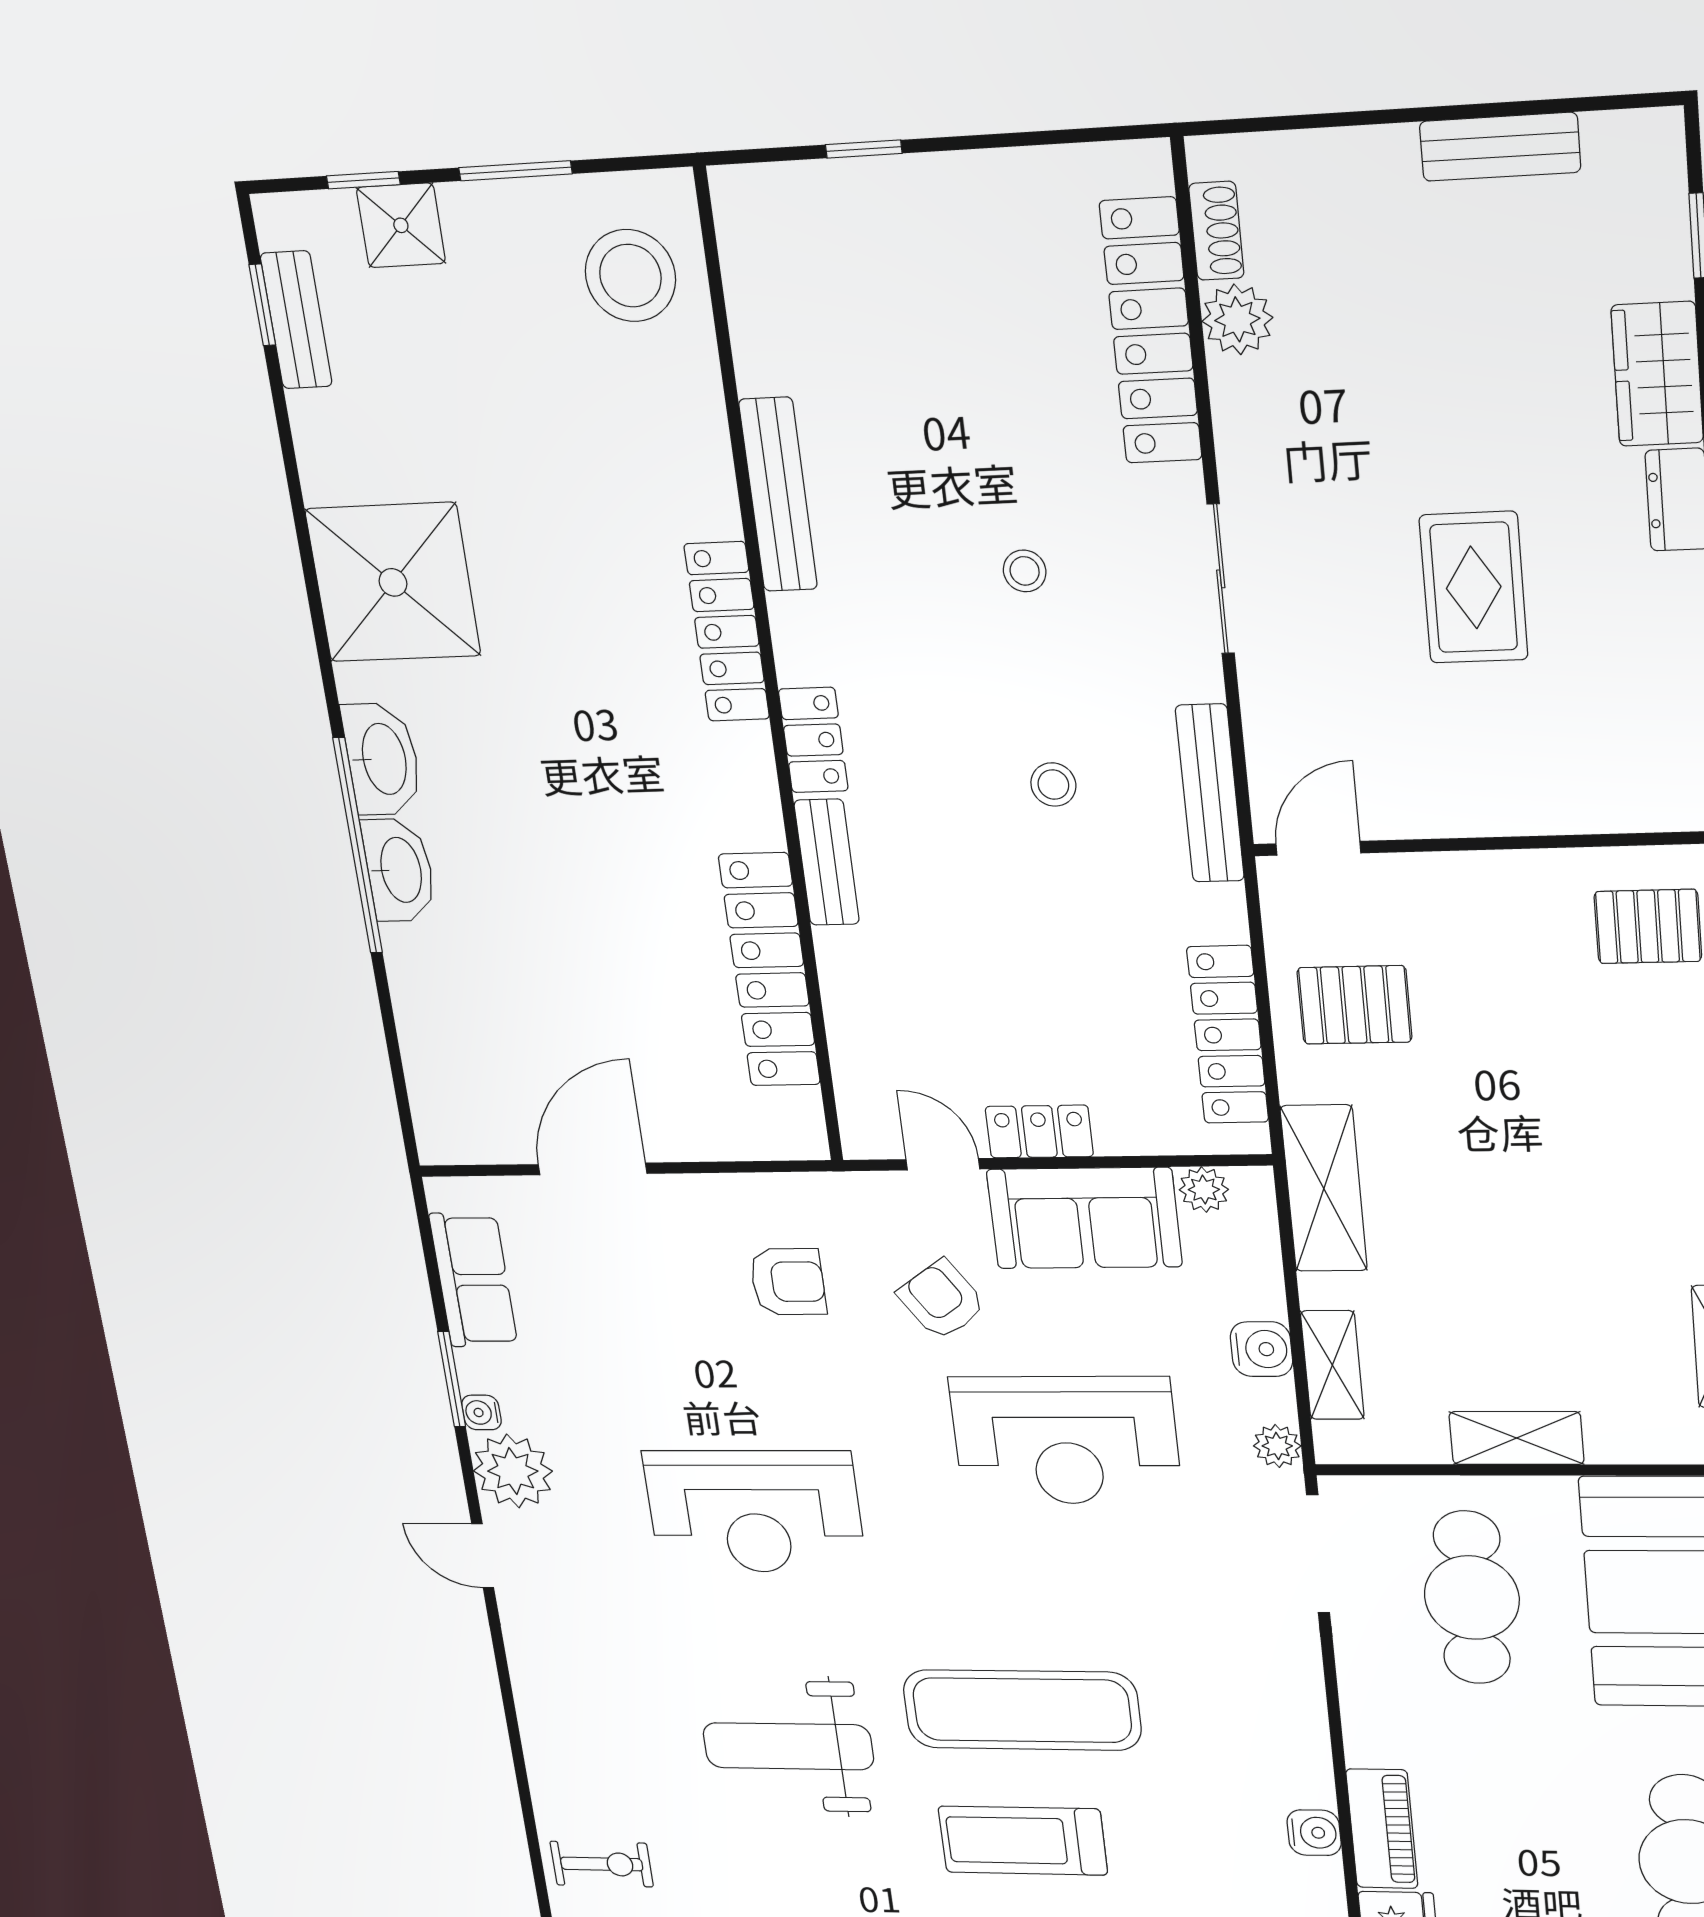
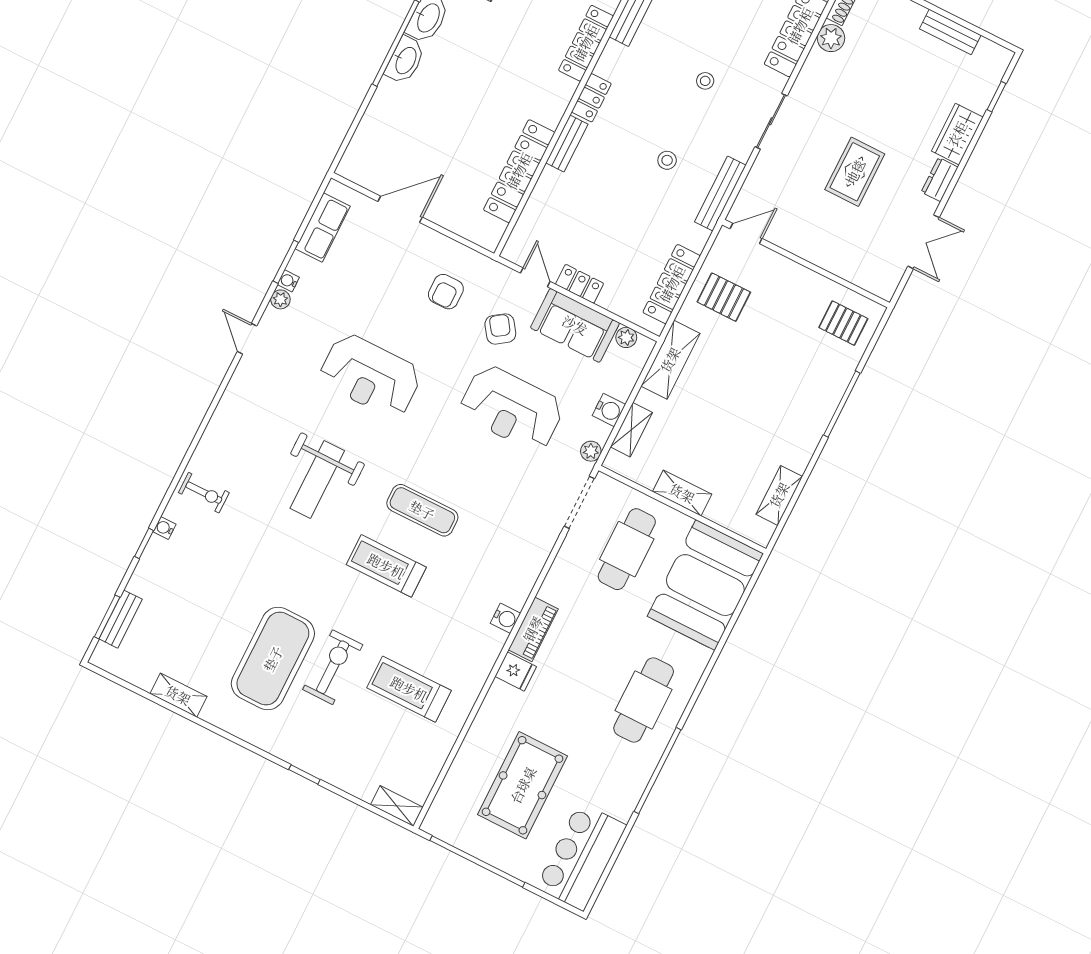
armchair: (788, 1282) -> (446, 292), turned 90
plant: (513, 1471) -> (280, 299), width x0.53, depth x0.53
exercise mat: (1022, 1710) -> (422, 510), width x0.73, depth x0.69
weight bench: (788, 1746) -> (317, 480), turned -90

